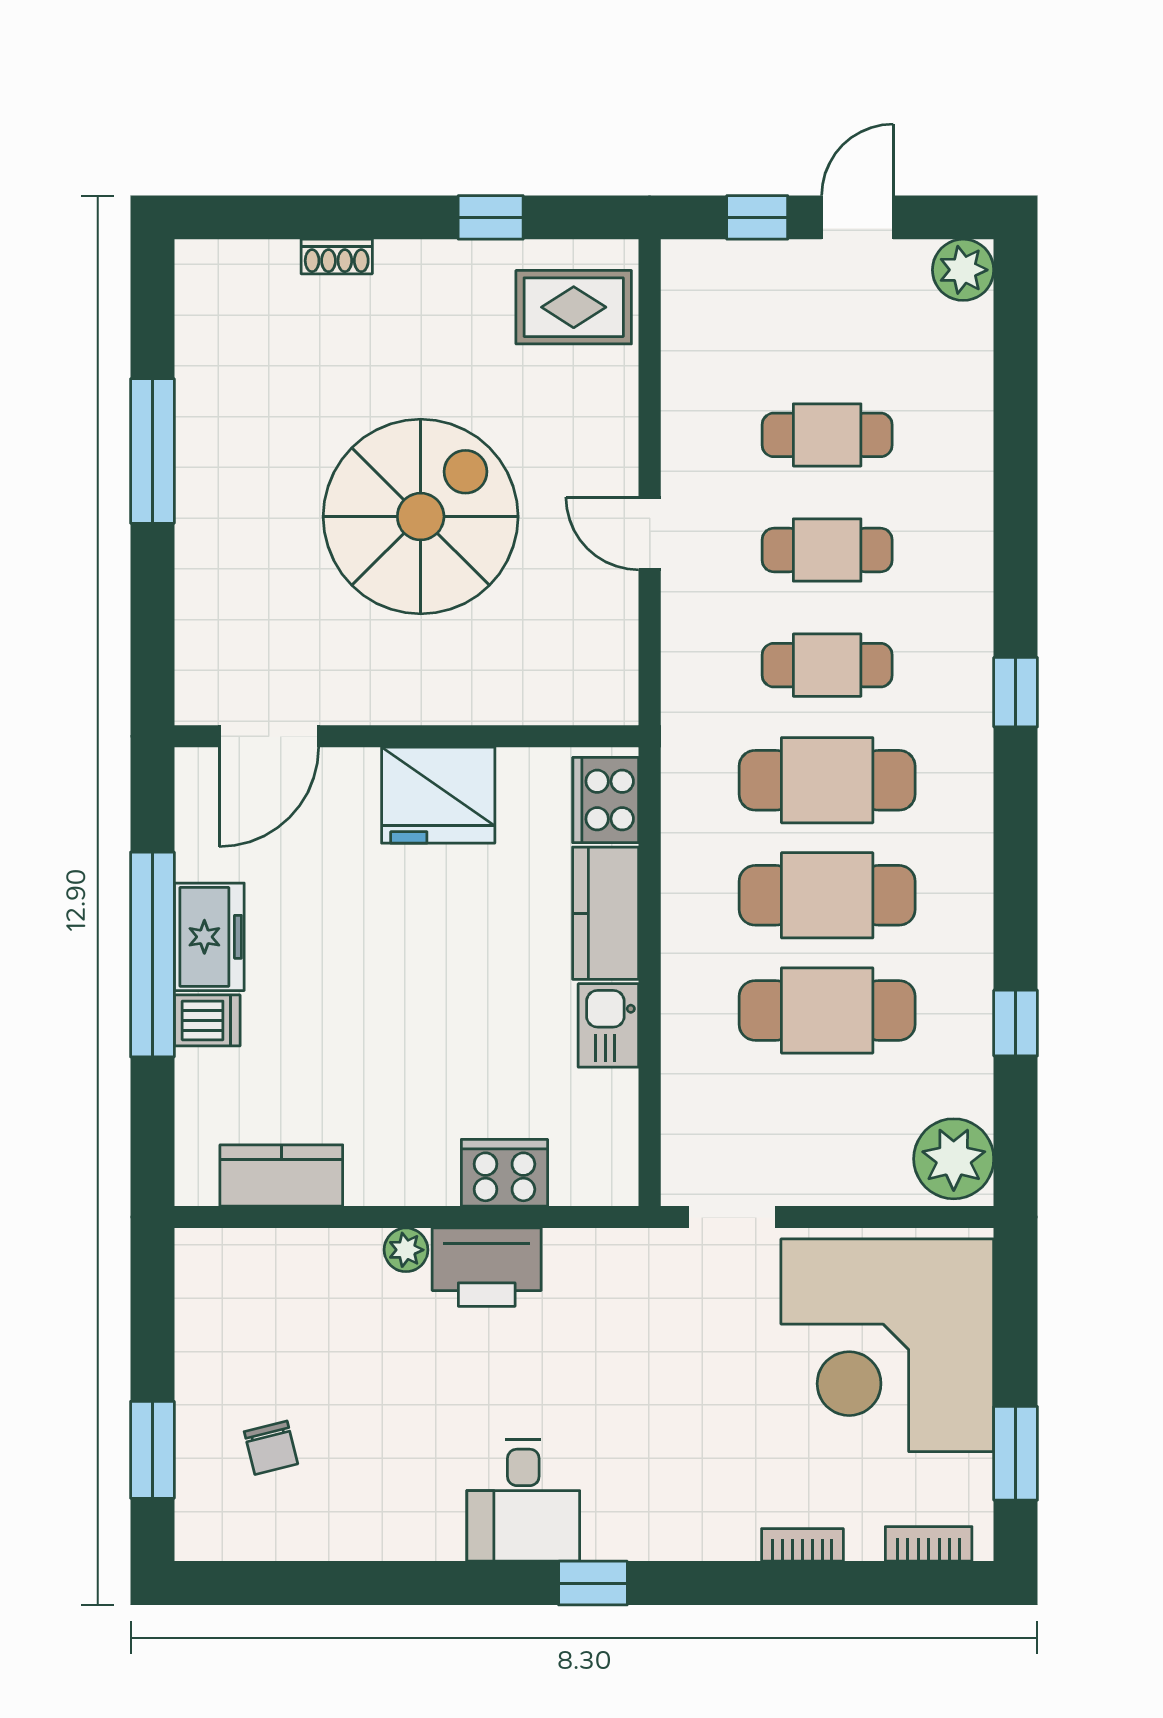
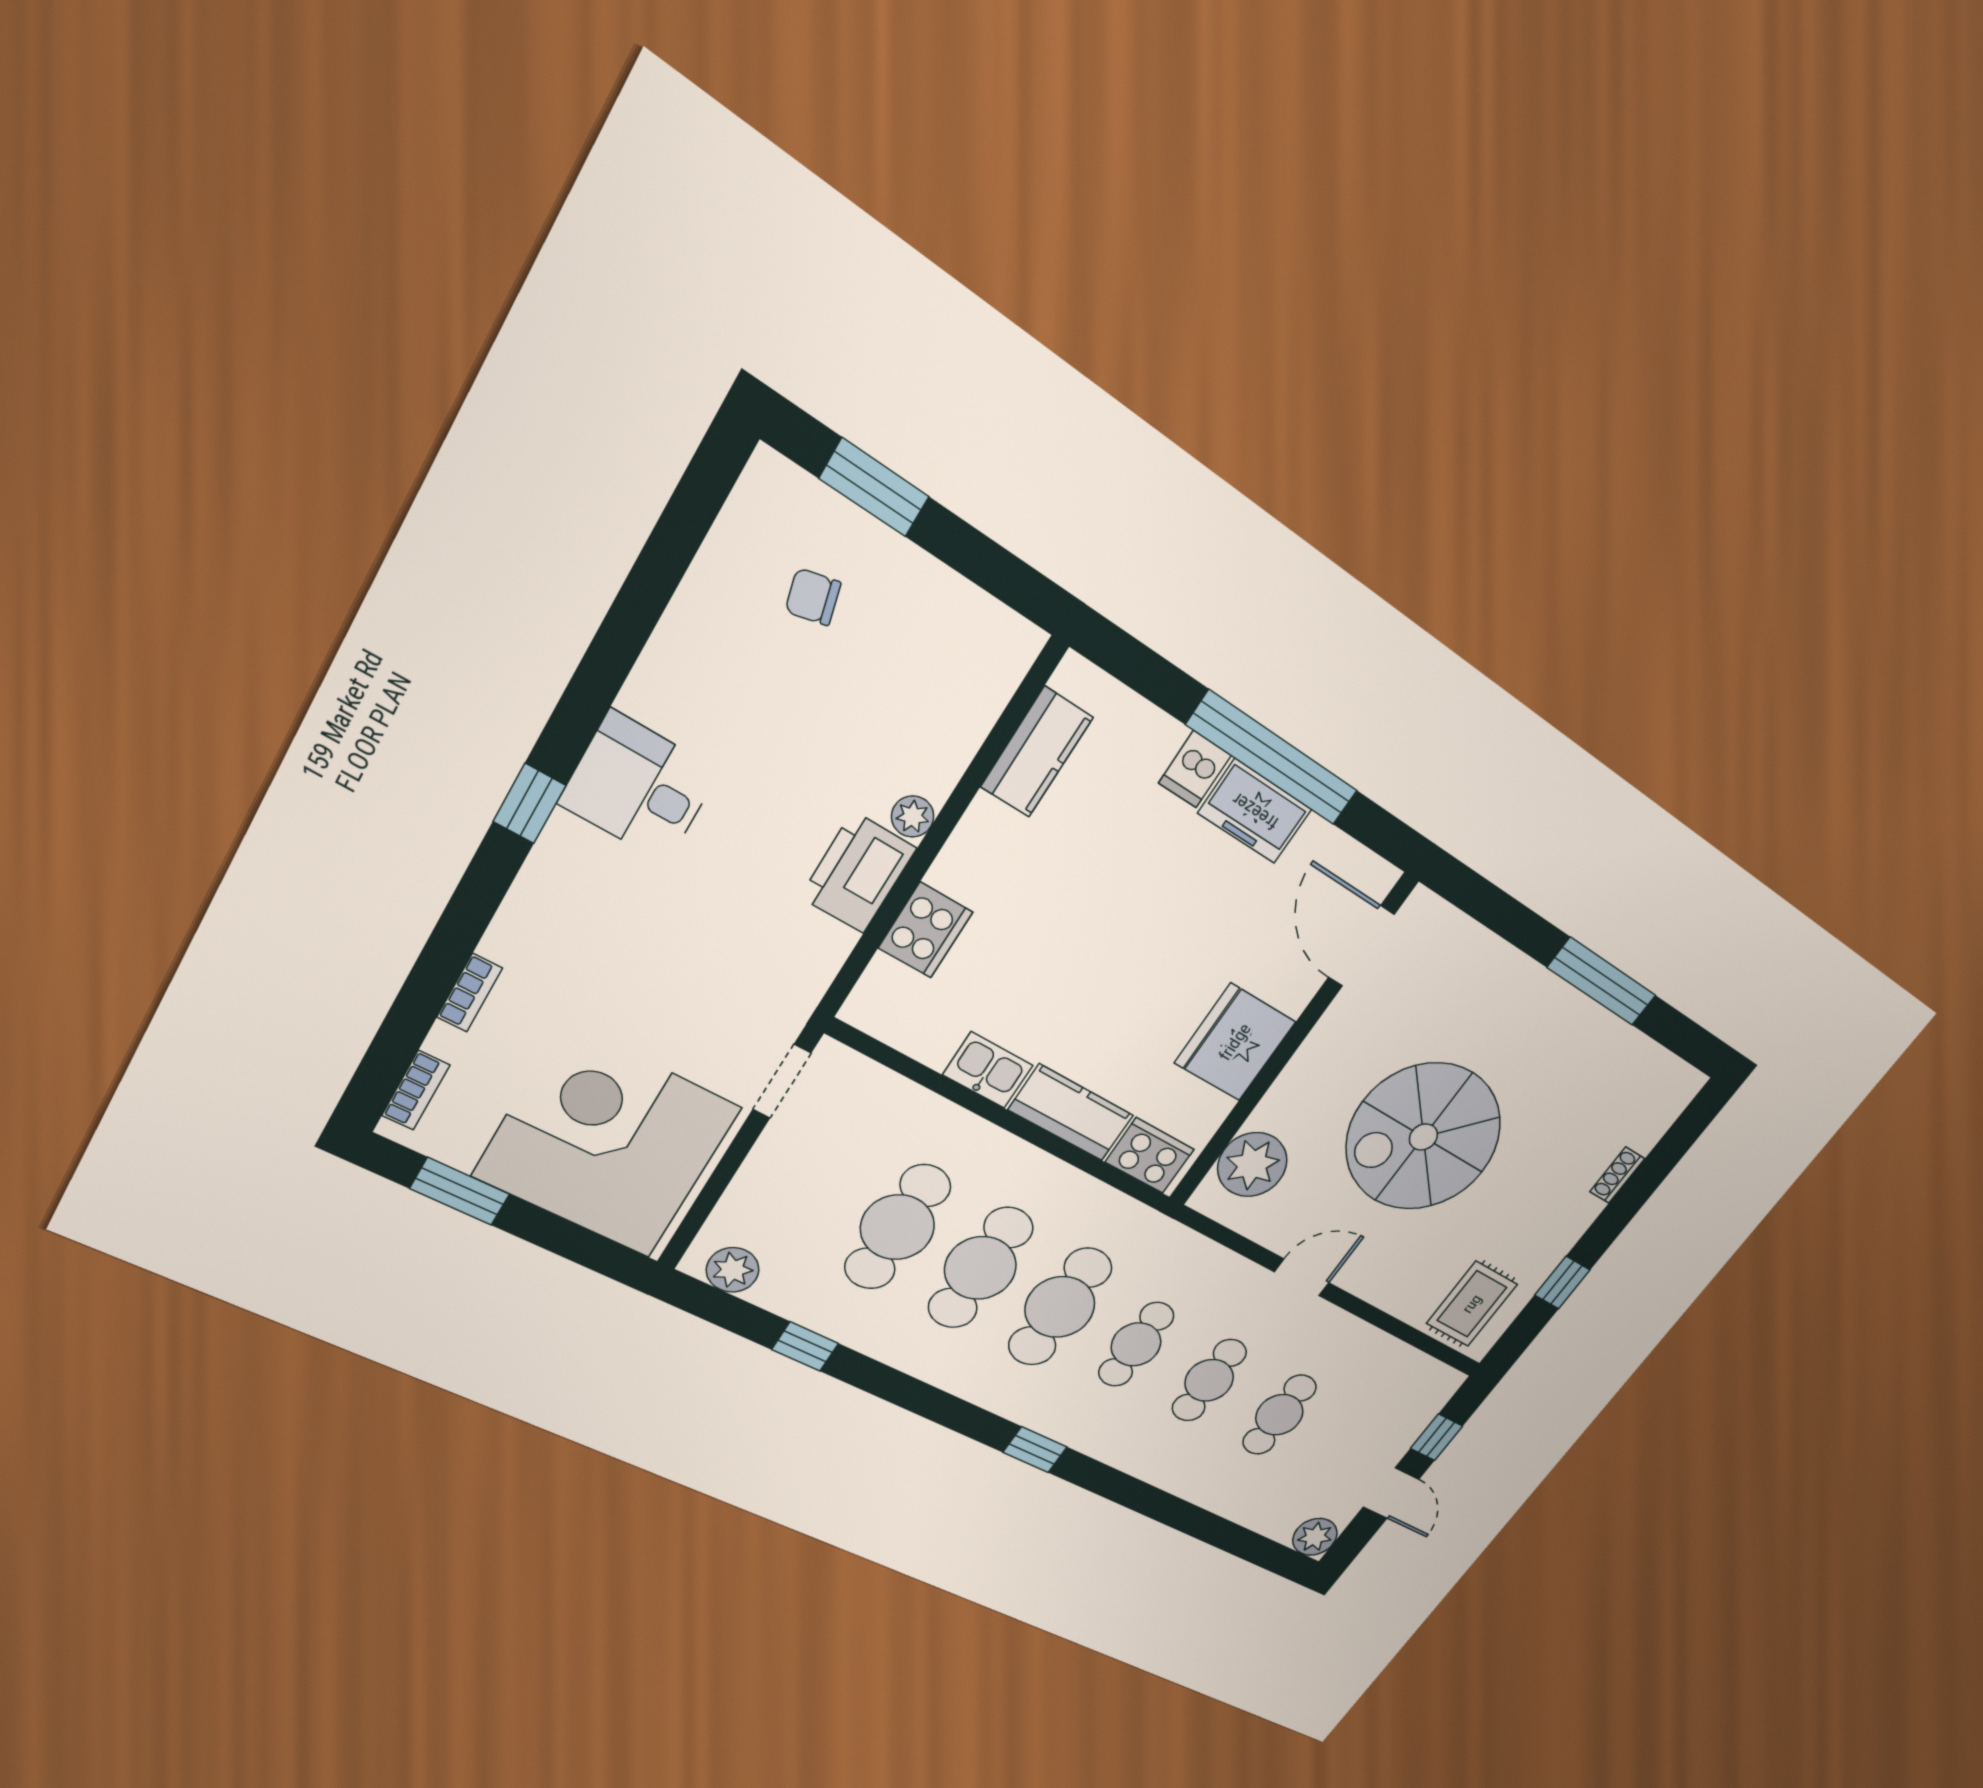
spiral stairs: (421, 517) -> (1423, 1137), turned 90
plant: (555, 683) -> (1252, 1165), added
plant: (954, 1159) -> (733, 1270), width x0.73, depth x0.73

